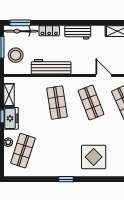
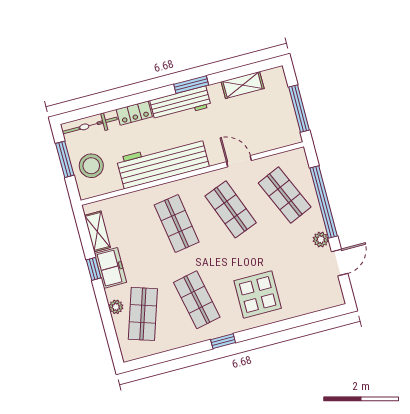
window: (20, 23) -> (191, 85), moved
workbench: (78, 32) -> (180, 104), width x1.38
workbench: (51, 67) -> (163, 162), width x1.36, depth x1.32
shop shelf: (57, 151) -> (197, 300), added

